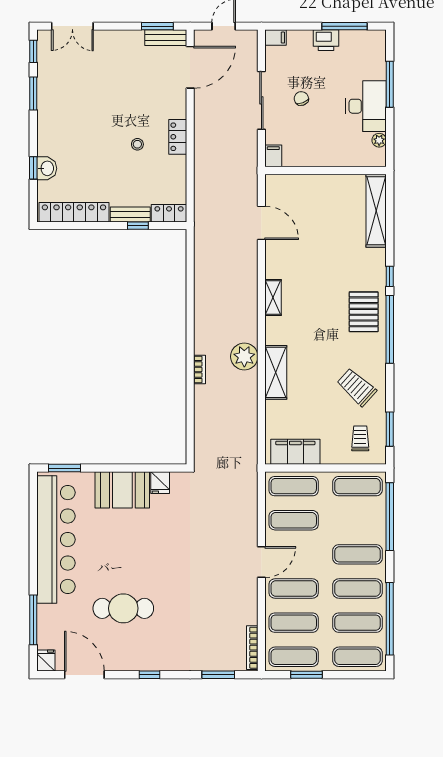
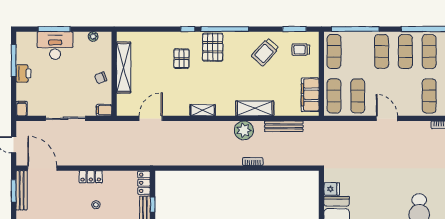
bench: (166, 38) -> (22, 190), width x1.36
chair: (301, 98) -> (101, 78), moved
desk: (366, 106) -> (55, 46), moved
shelving: (376, 211) -> (124, 67), moved, turned 90
pallet: (347, 267) -> (181, 59), added
pallet: (364, 312) -> (213, 47), turned 90
bench: (250, 414) -> (284, 126), added
exercise mat: (294, 588) -> (405, 96), removed

